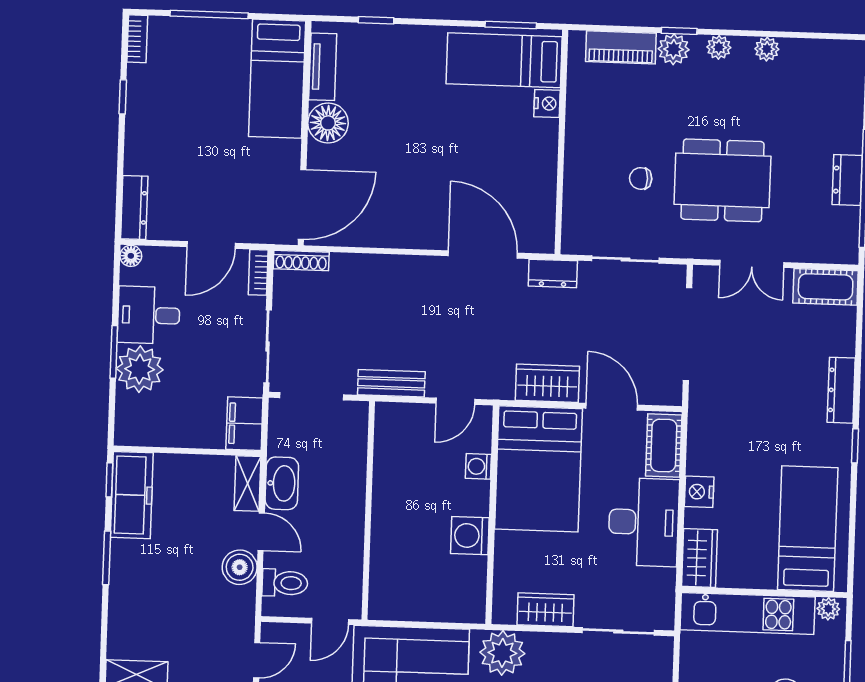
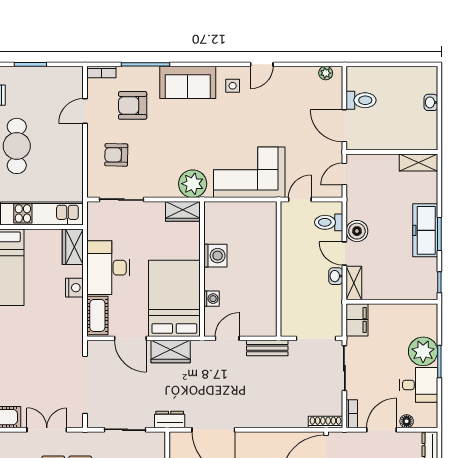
floor lamp: (131, 256) -> (407, 421), moved
washbasin: (282, 483) -> (336, 276), width x0.52, depth x0.69
freezer: (132, 495) -> (425, 230), moved
wardrobe: (546, 610) -> (183, 211), moved

